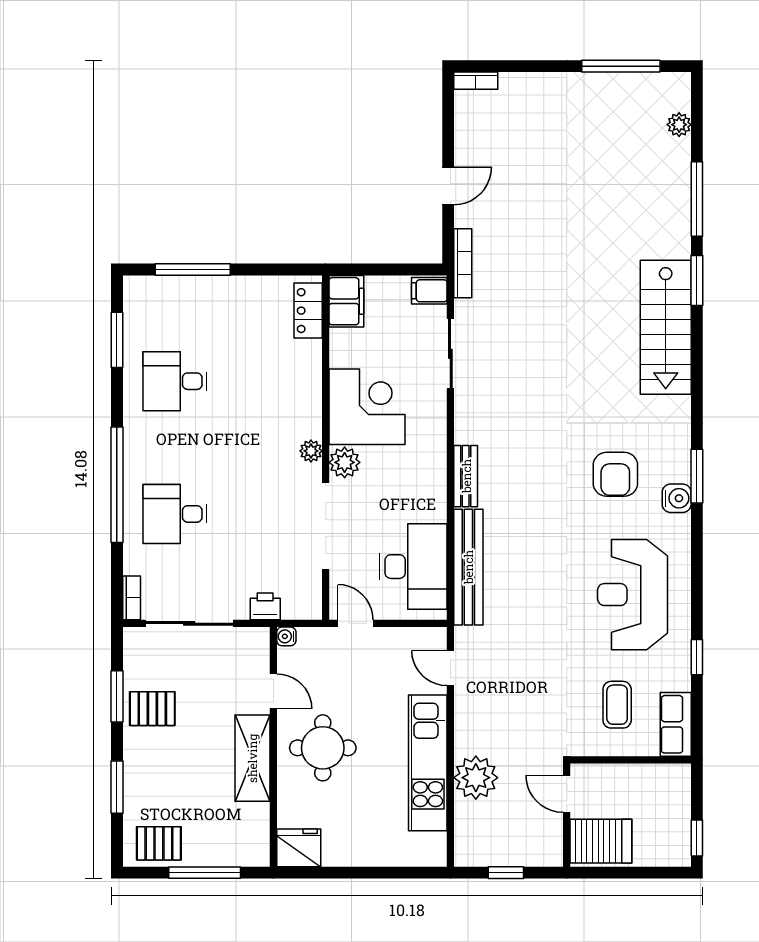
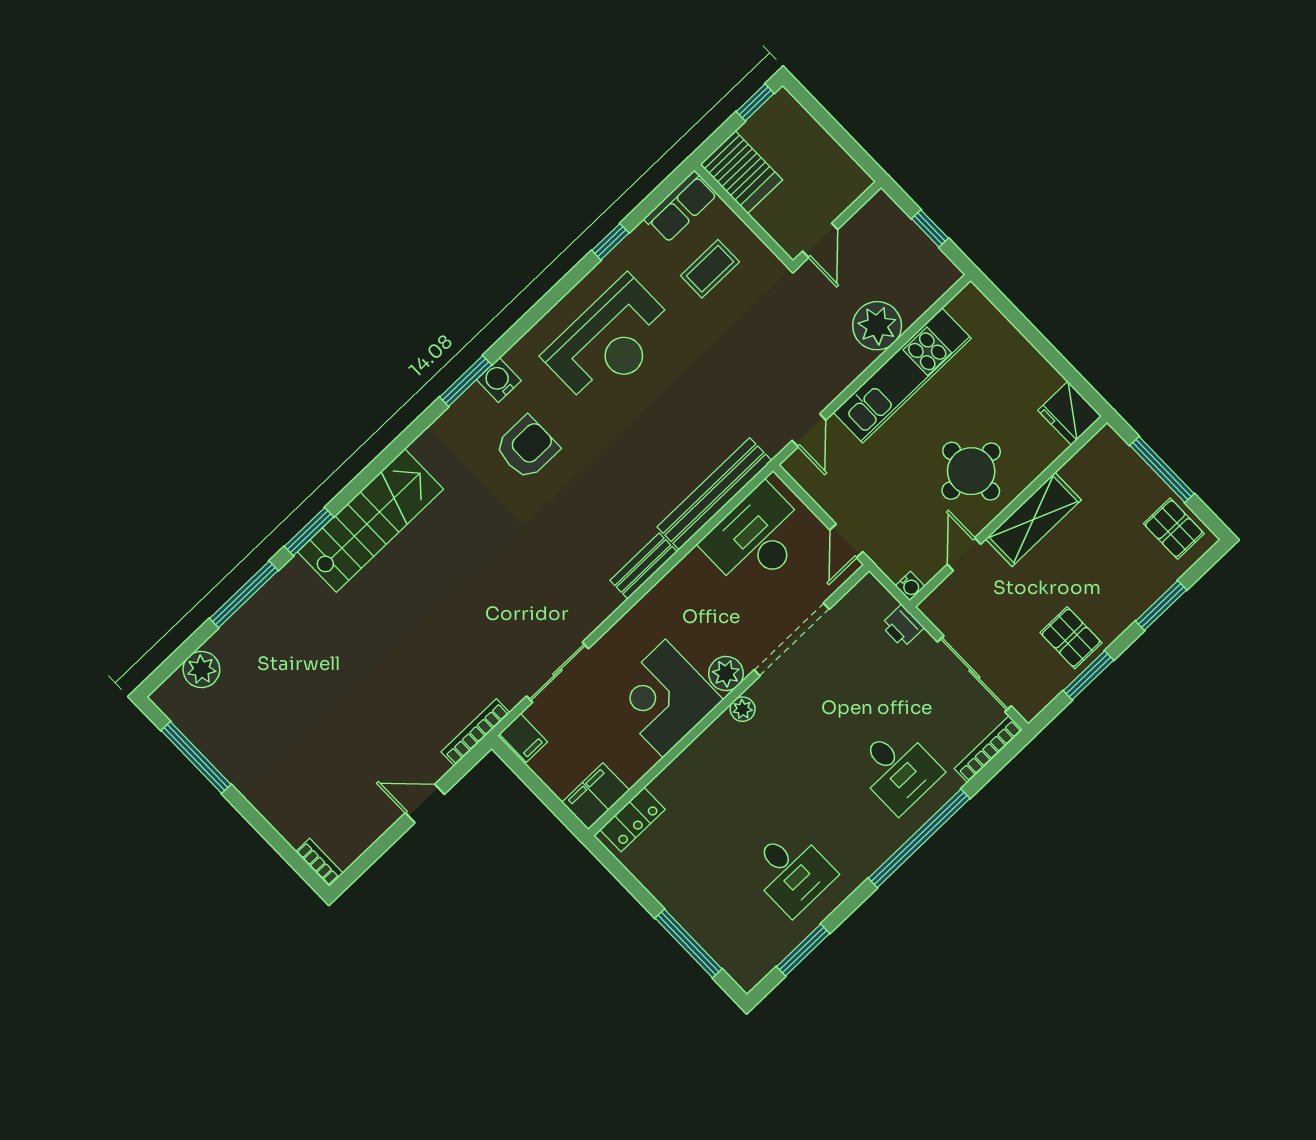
plant: (679, 125) -> (201, 669), width x1.38, depth x1.38
bookcase: (132, 598) -> (988, 749), width x1.56
server rack: (601, 841) -> (741, 172), moved, turned 180

